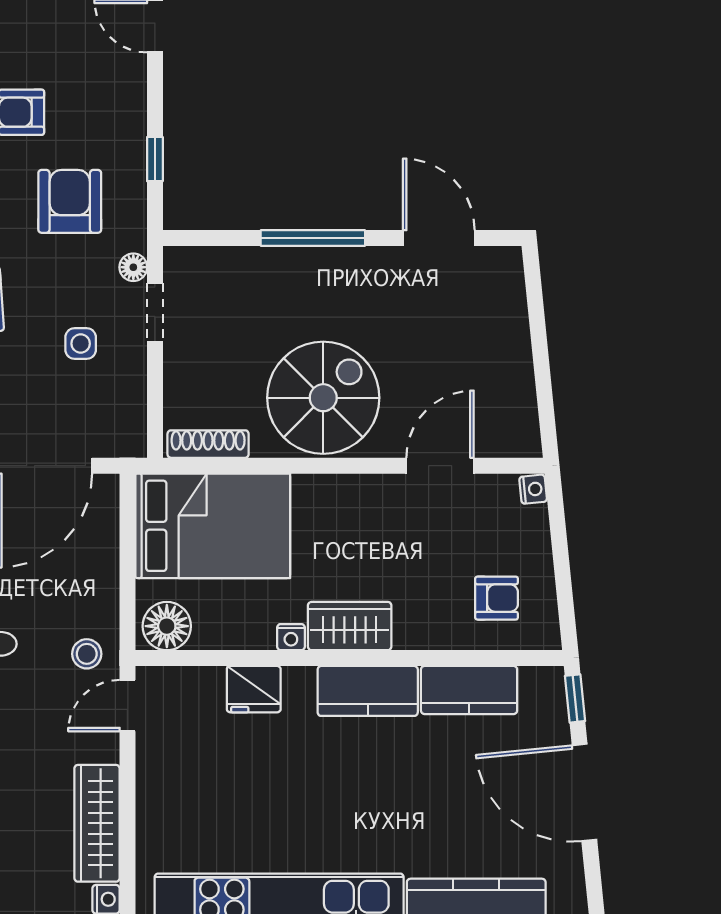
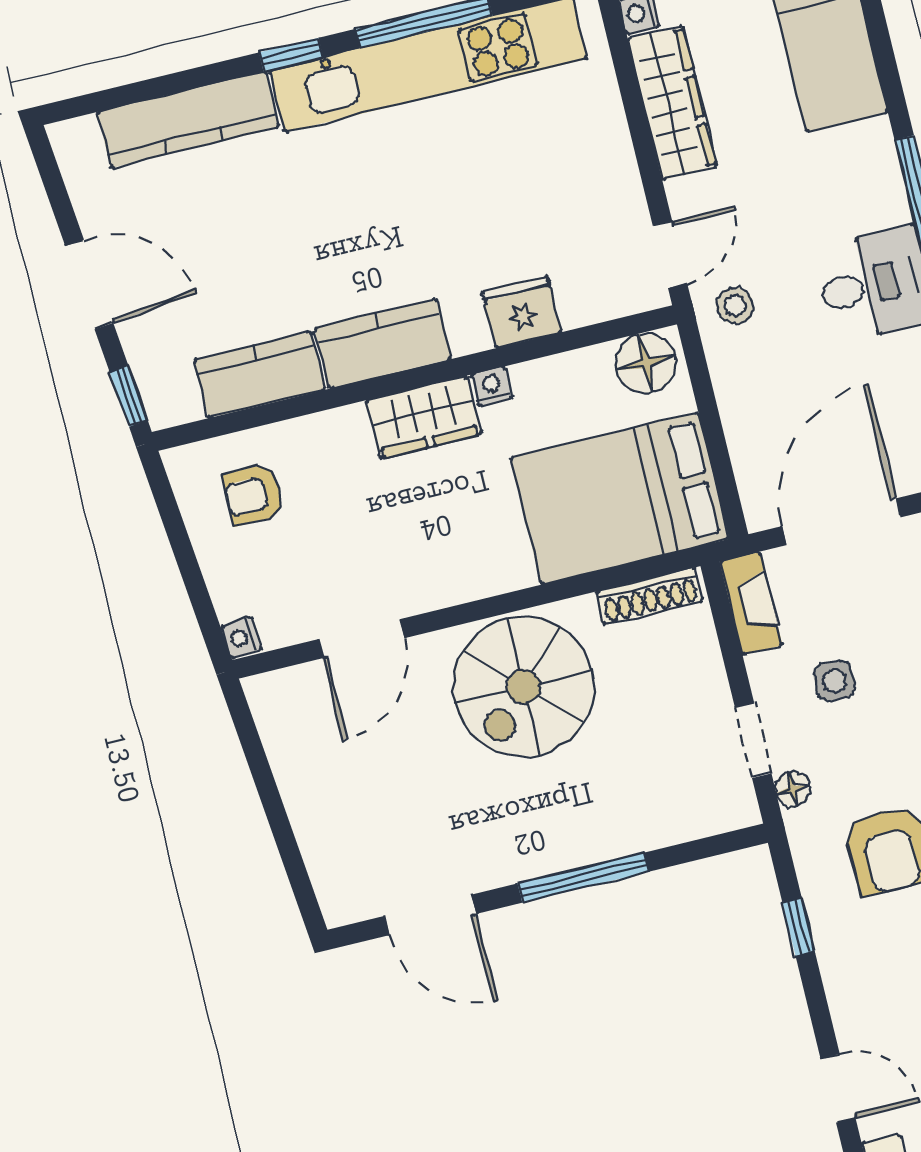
fireplace: (131, 419) -> (751, 603), added
door: (584, 792) -> (89, 285), width x0.73

